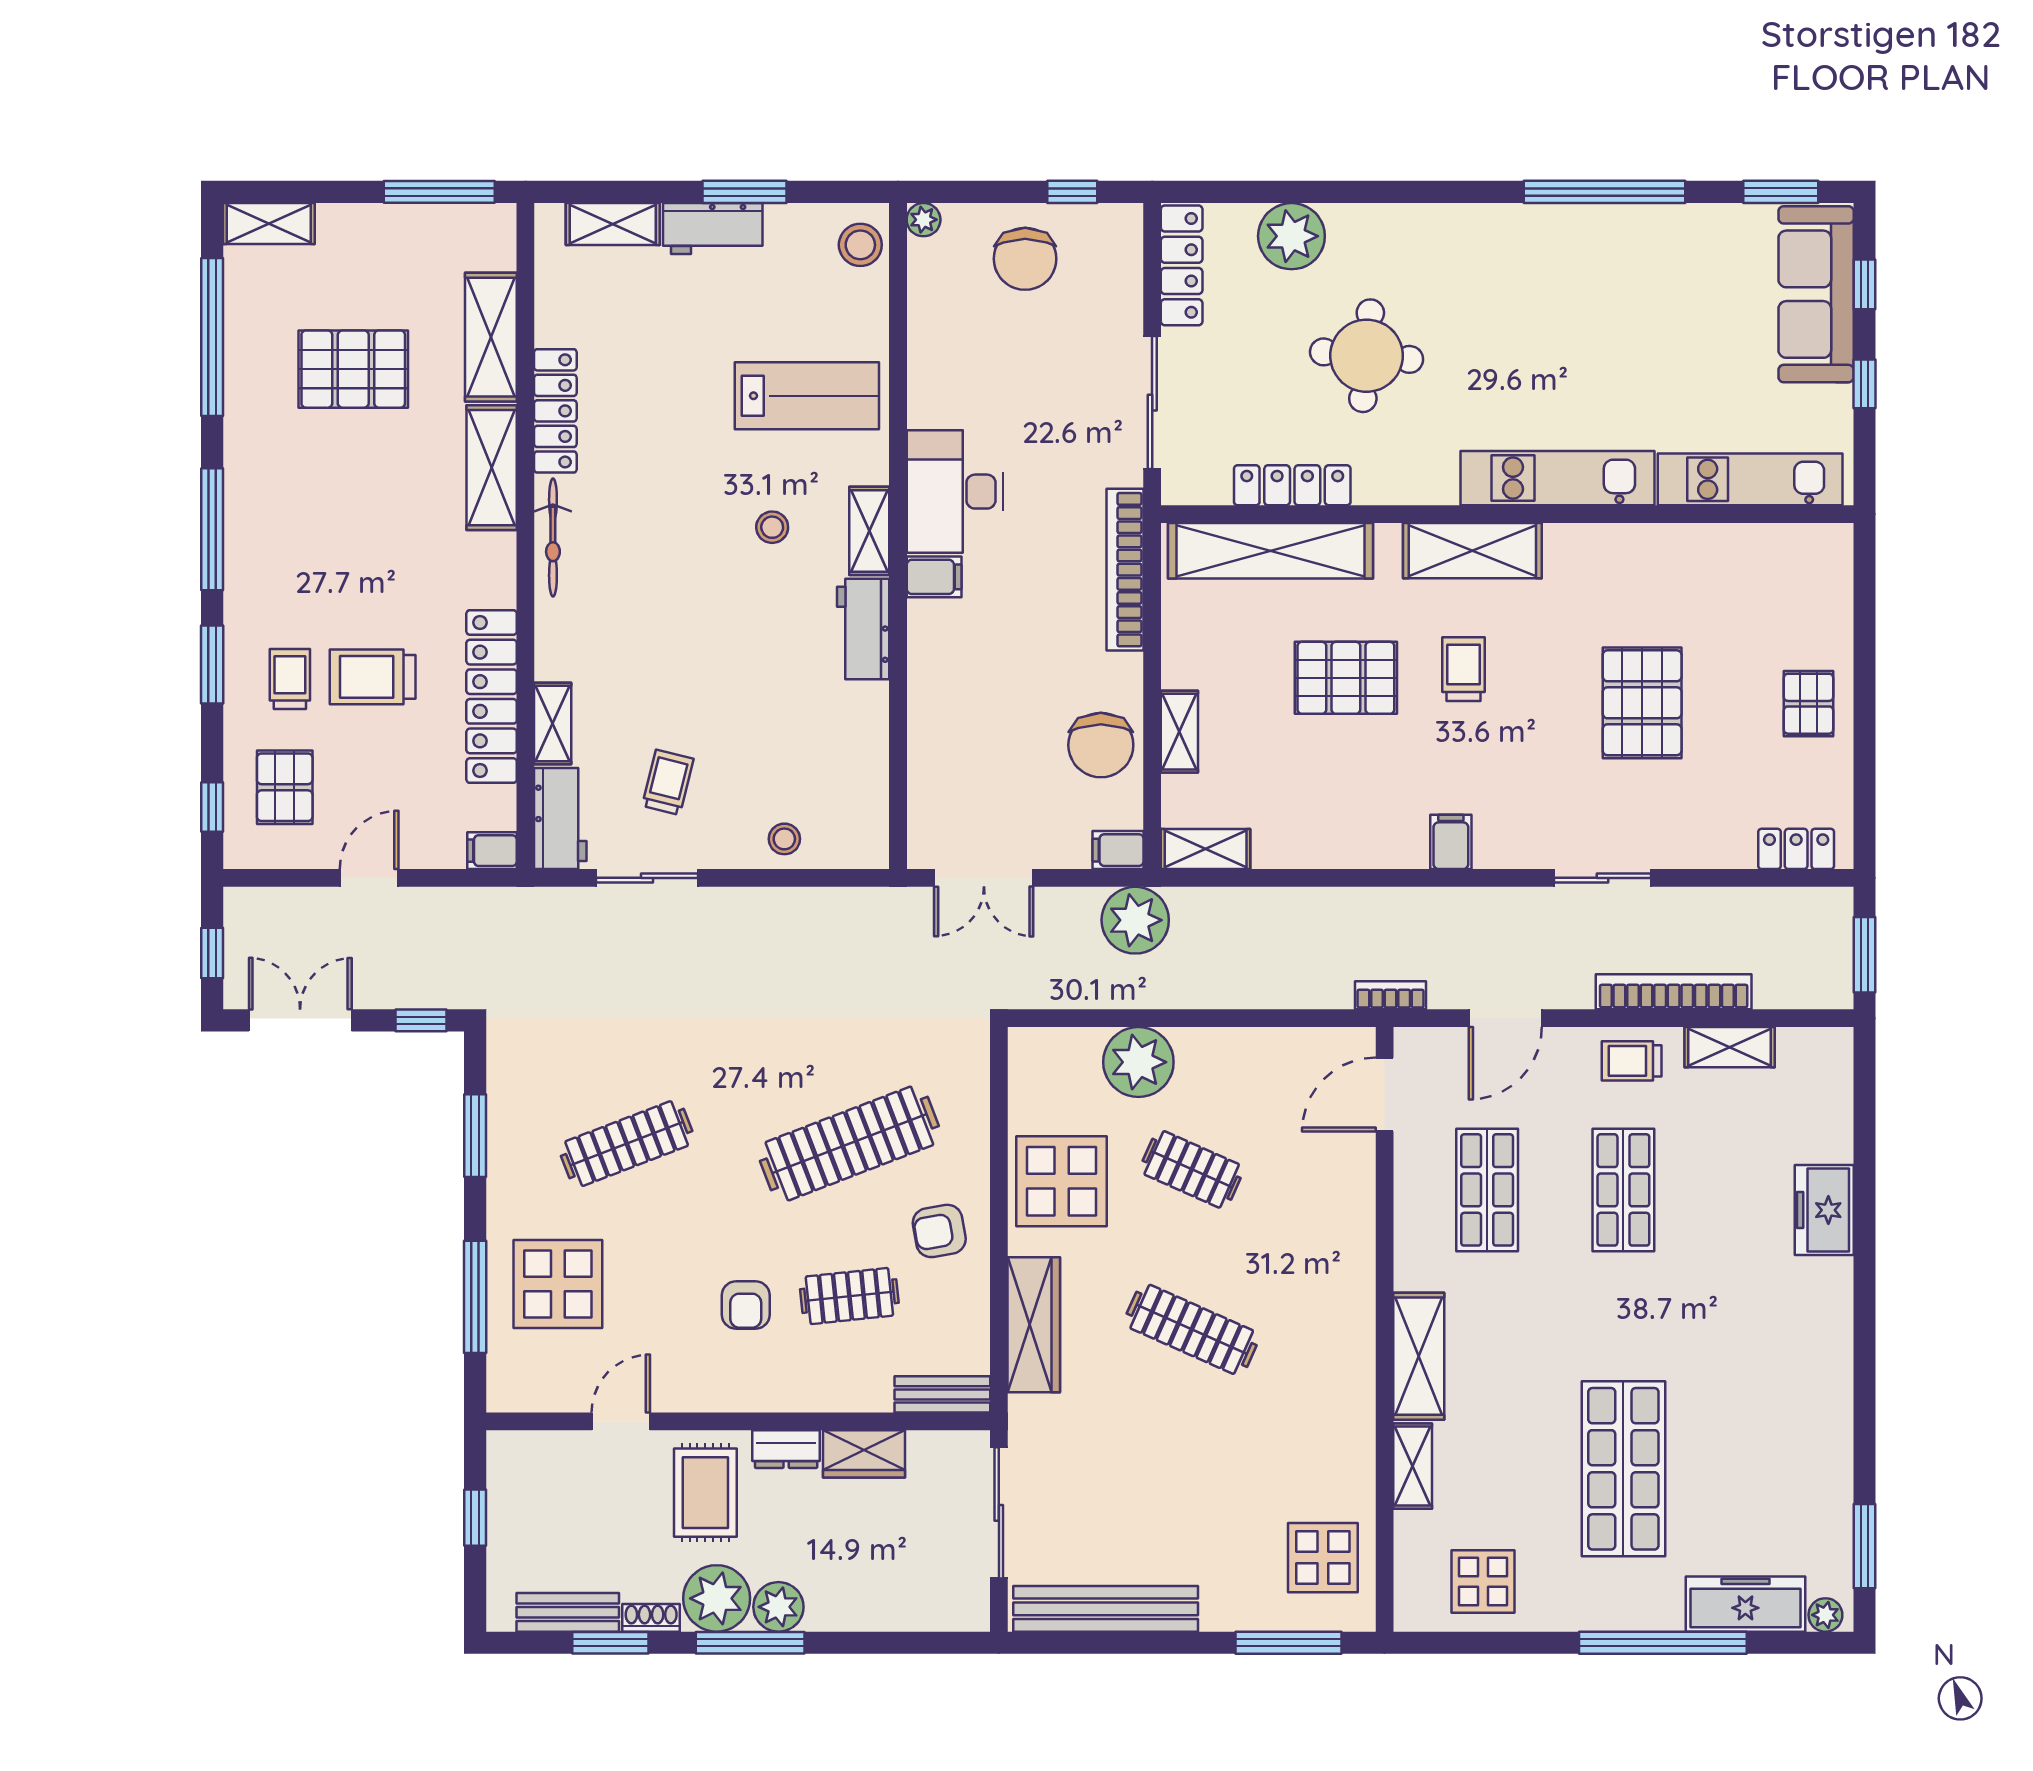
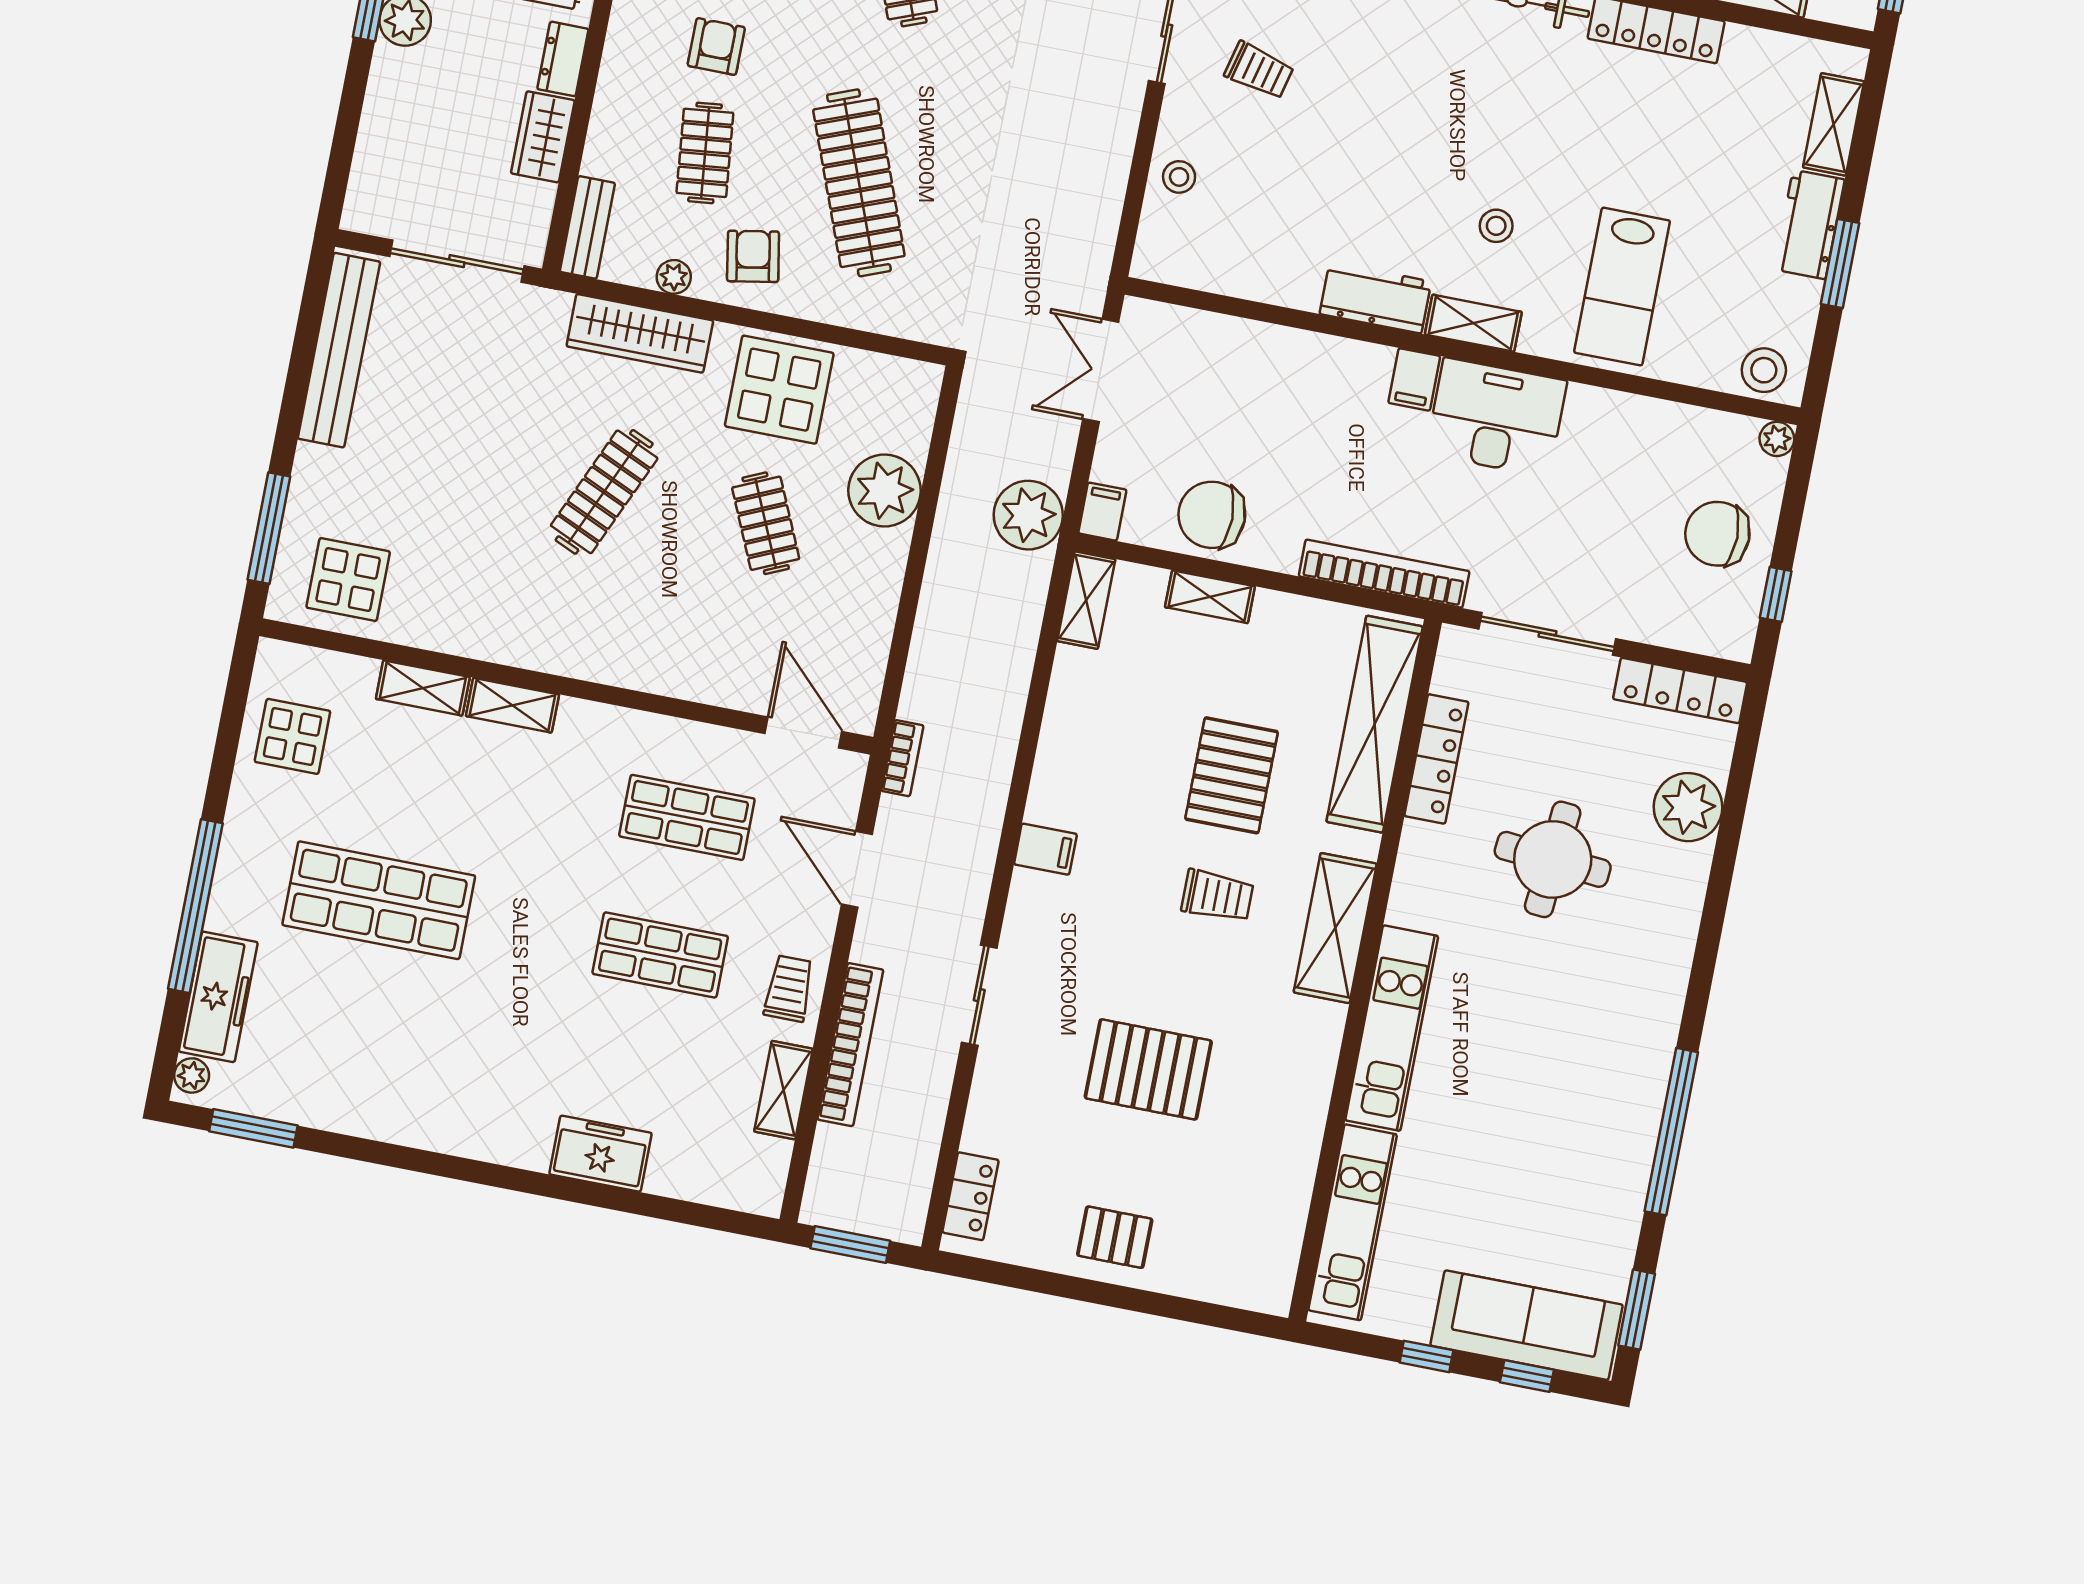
clothes rail: (1192, 1169) -> (766, 523), turned -48
plant: (974, 1303) -> (674, 277), added
armchair: (746, 1305) -> (716, 47), turned 90
shelving: (1419, 1356) -> (512, 705), width x0.67, depth x0.75

